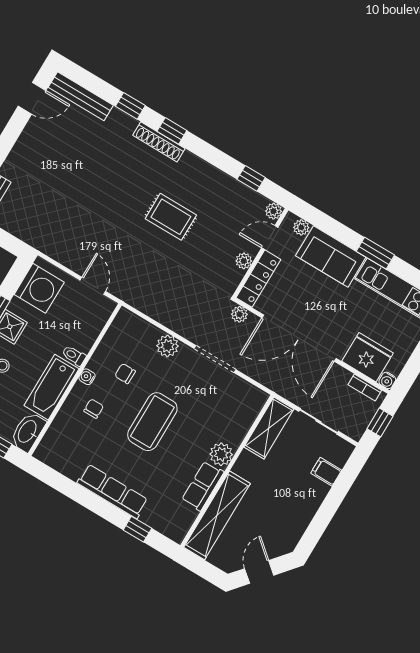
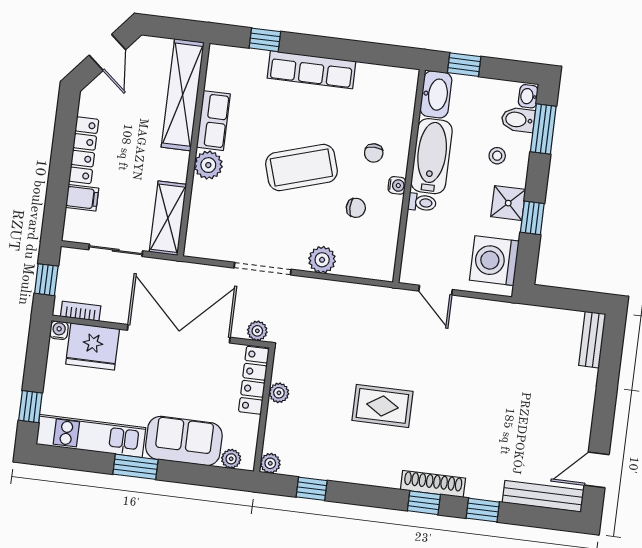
door: (270, 238) -> (261, 432), removed
coffee table: (152, 422) -> (301, 168), turned 73
locker: (309, 507) -> (84, 150), added

